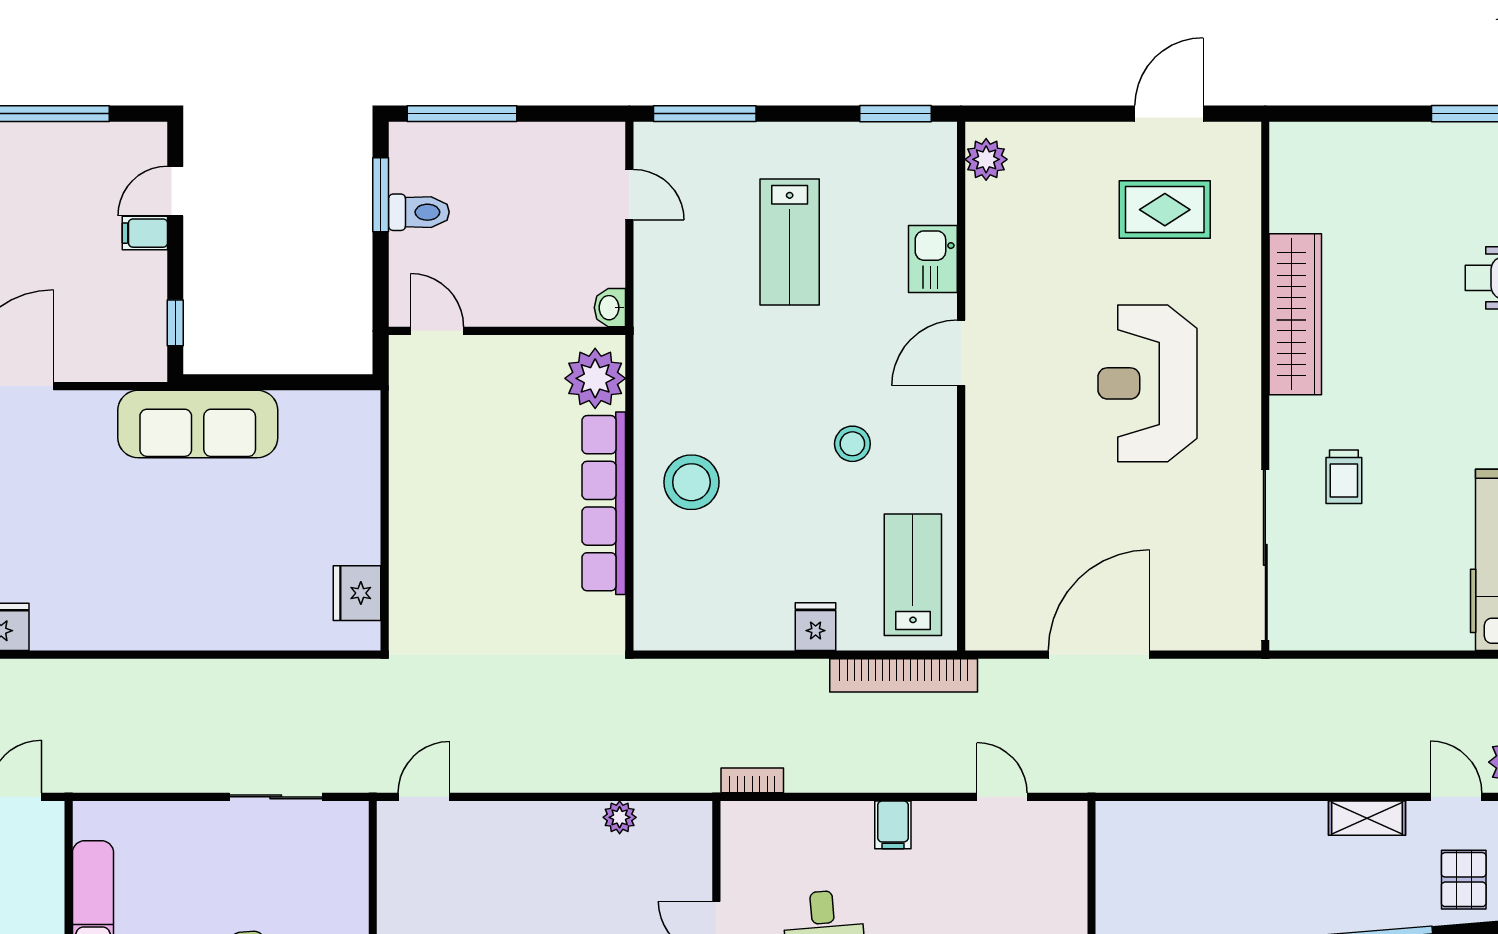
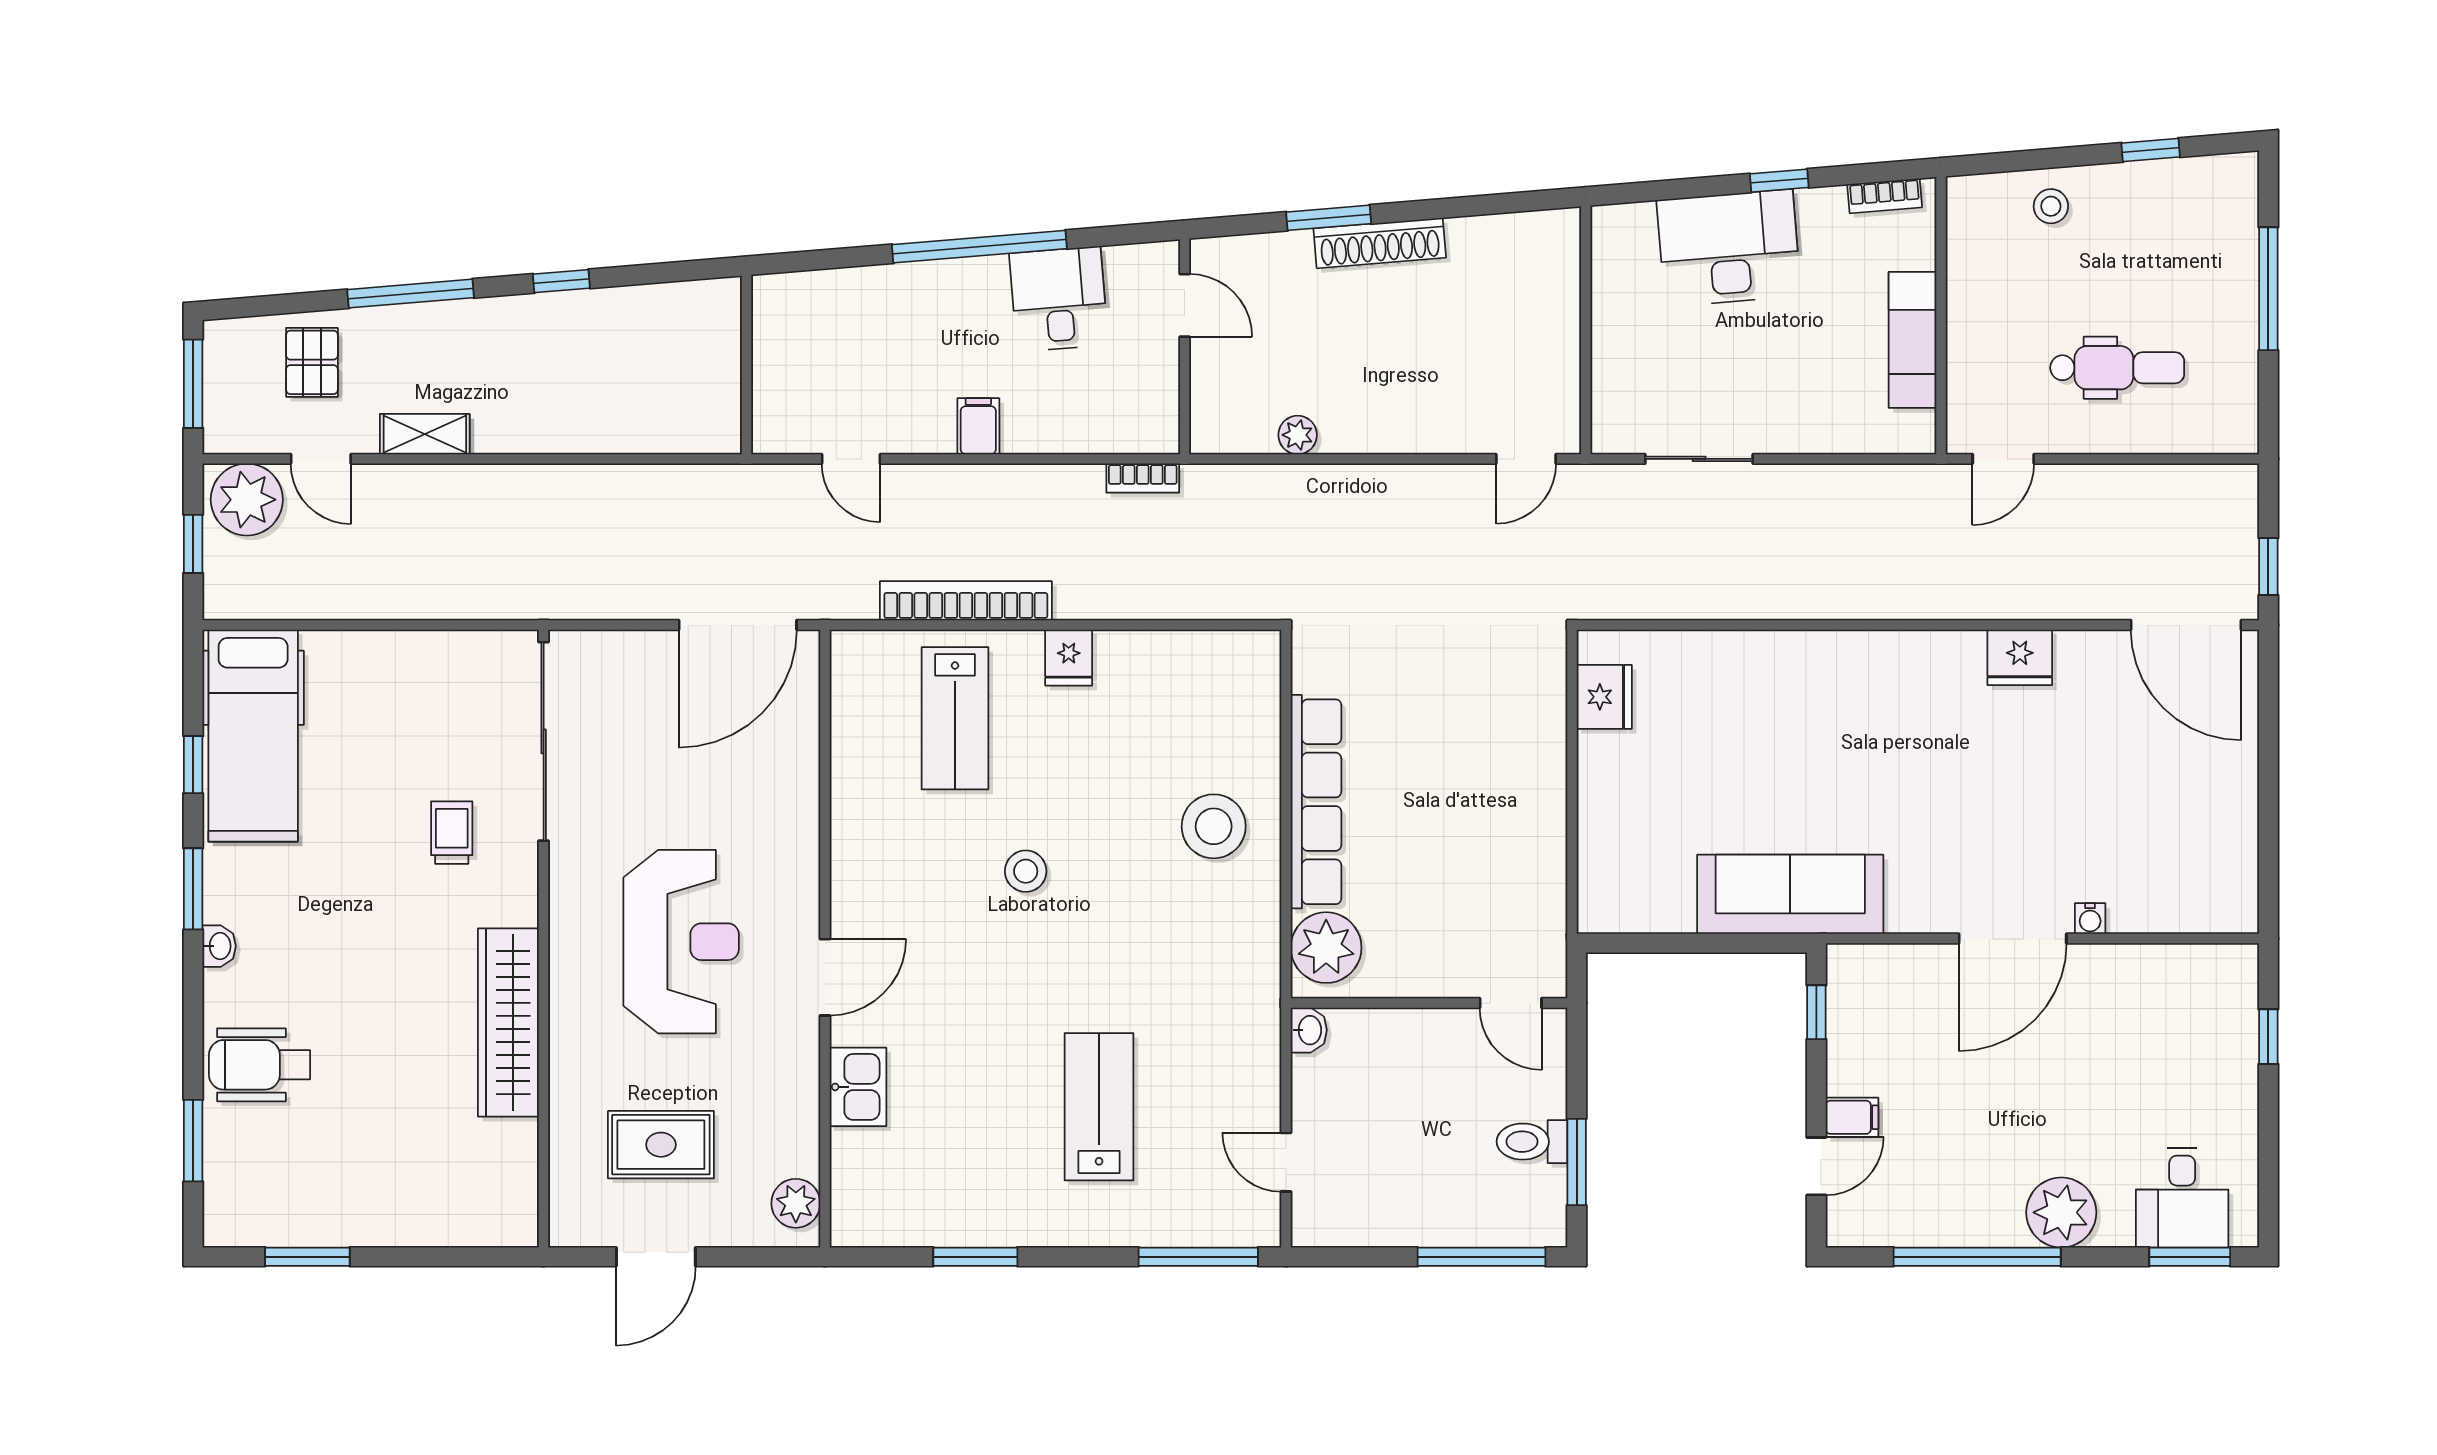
plant: (986, 159) -> (796, 1203), moved
kitchen sink: (933, 259) -> (858, 1087), moved
door: (961, 353) -> (825, 977), moved
wall: (961, 386) -> (825, 939), moved

